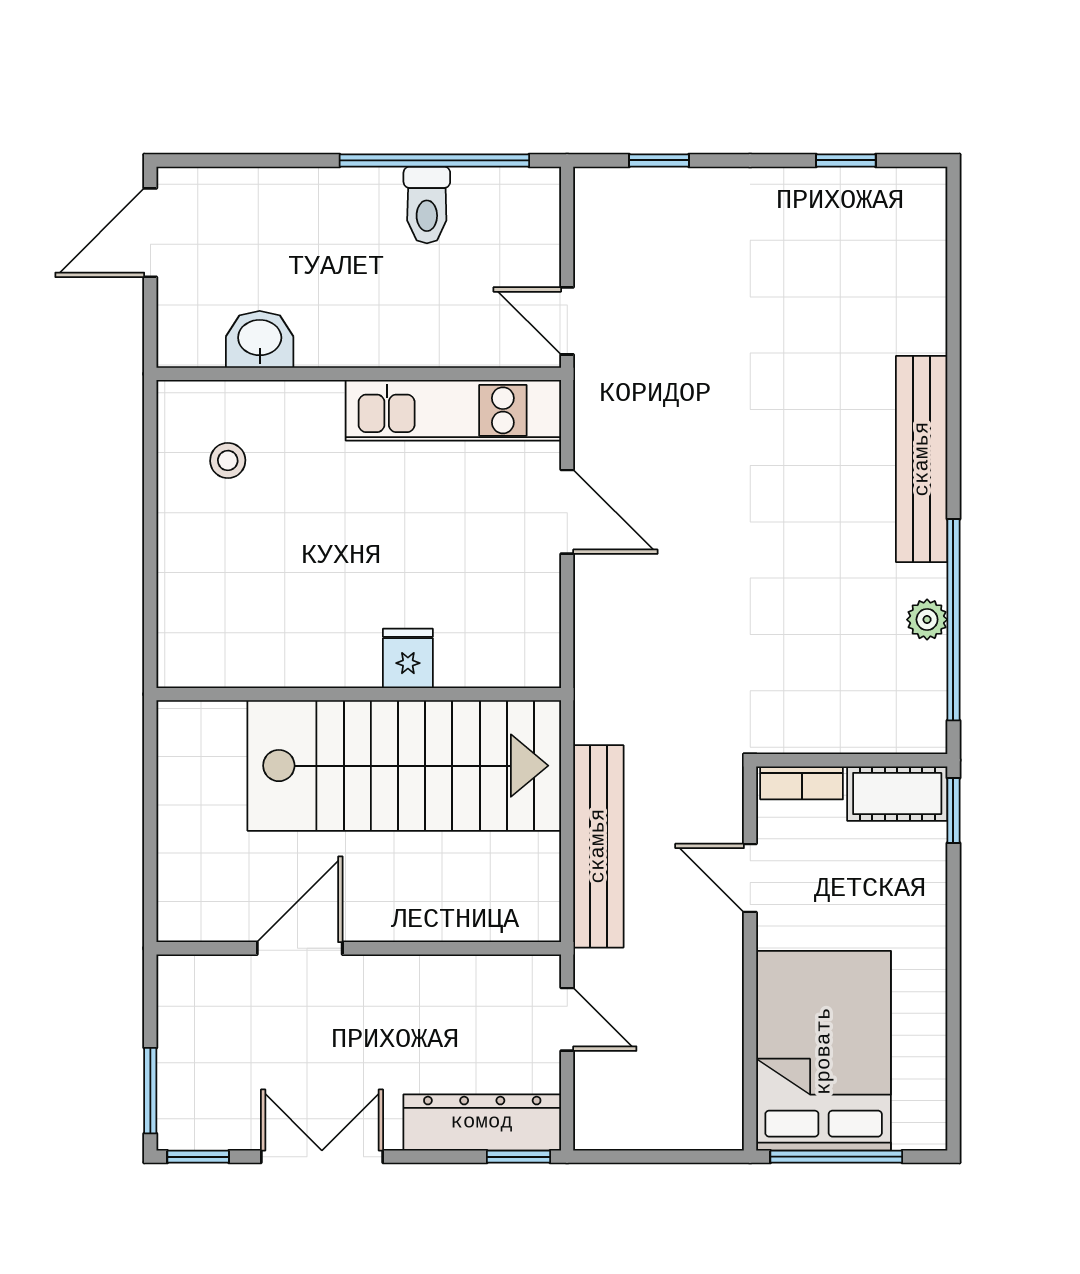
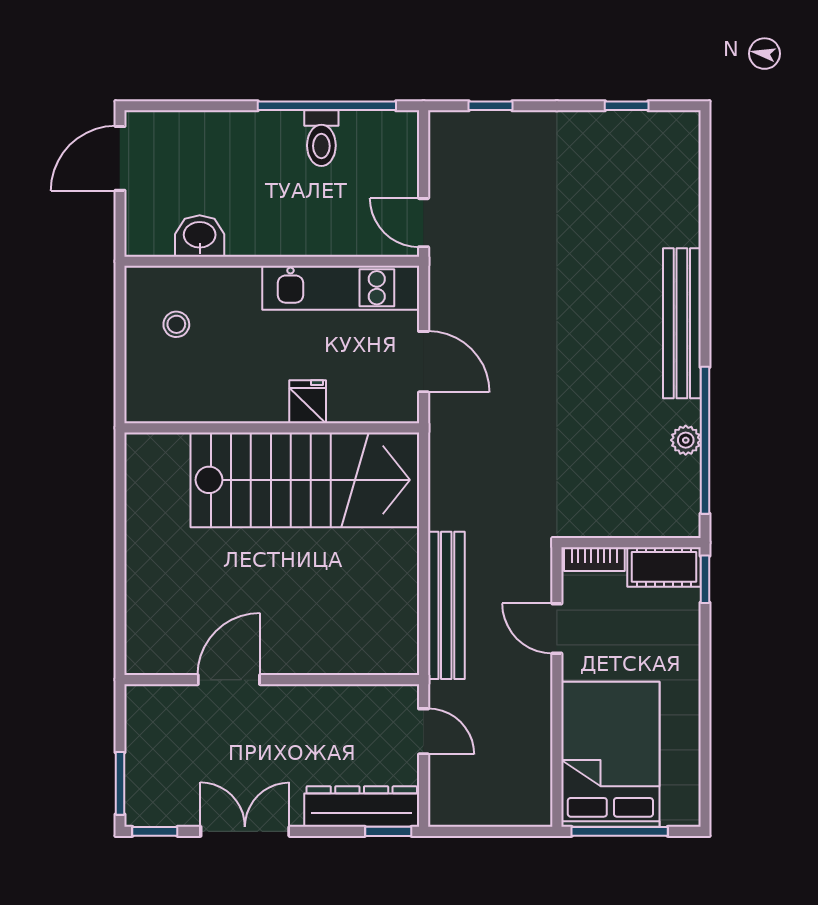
fridge: (408, 658) -> (308, 402), moved
wall: (359, 694) -> (272, 428), moved
stairs: (404, 766) -> (305, 480), moved

